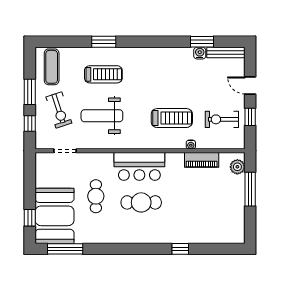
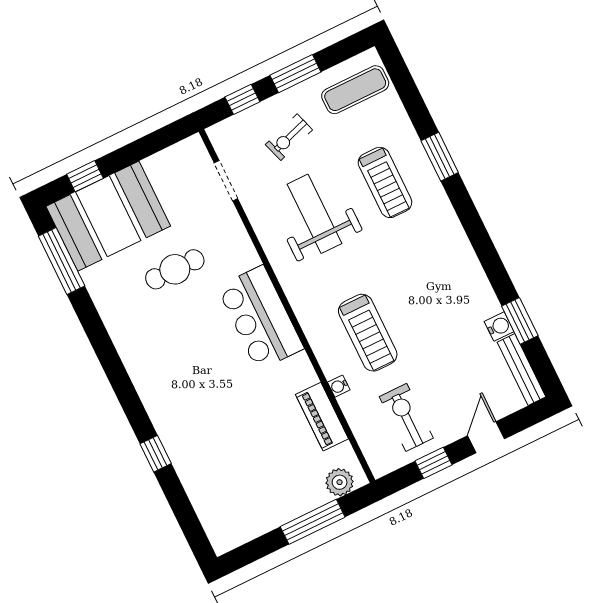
exercise bike: (59, 110) -> (289, 137), width x0.73, depth x0.72
cafe table: (141, 202) -> (201, 350), removed

